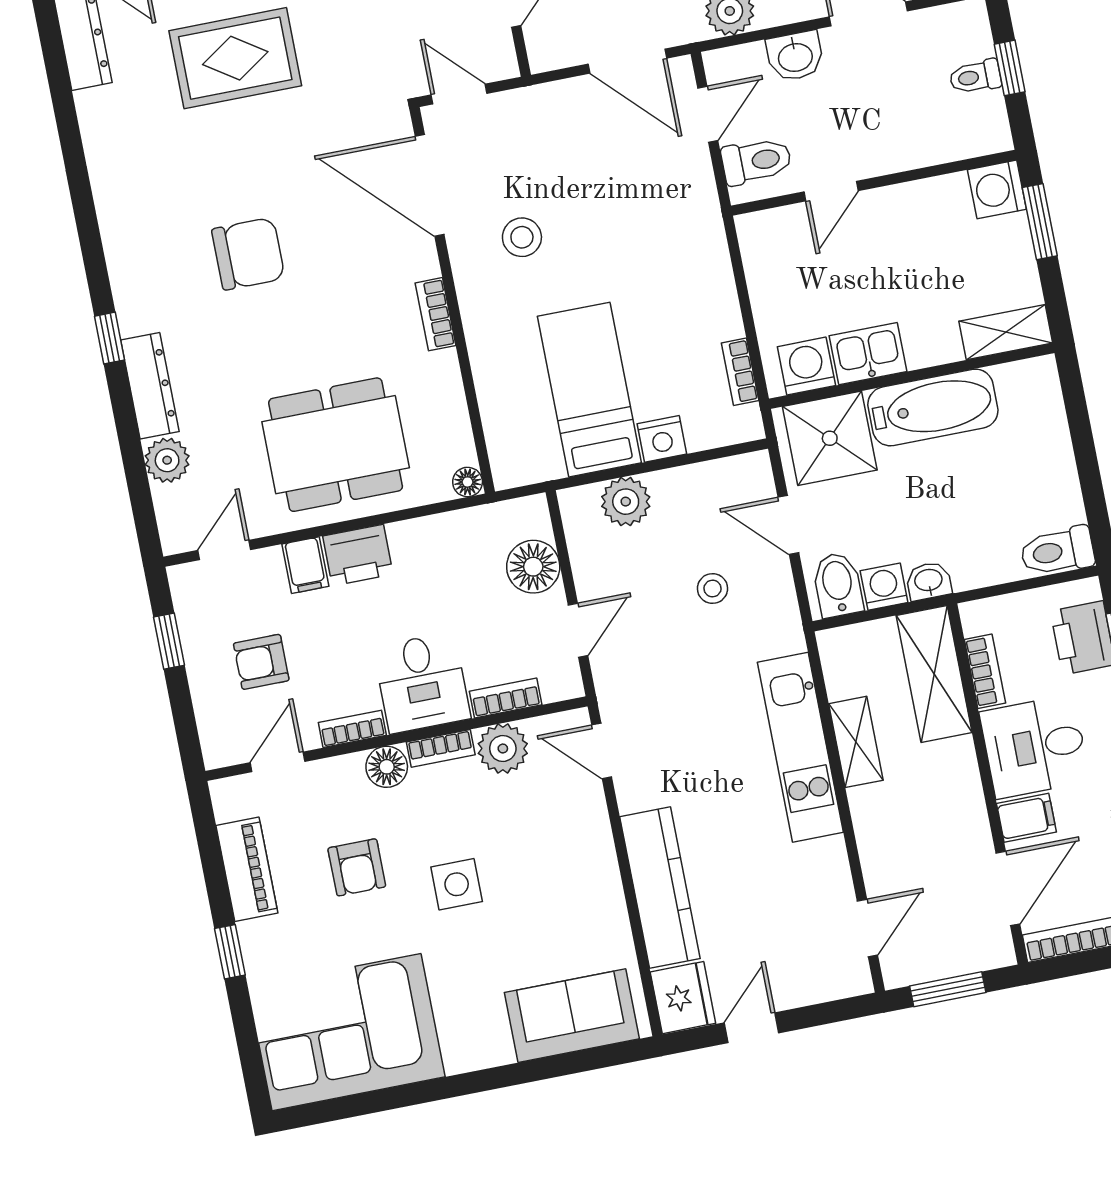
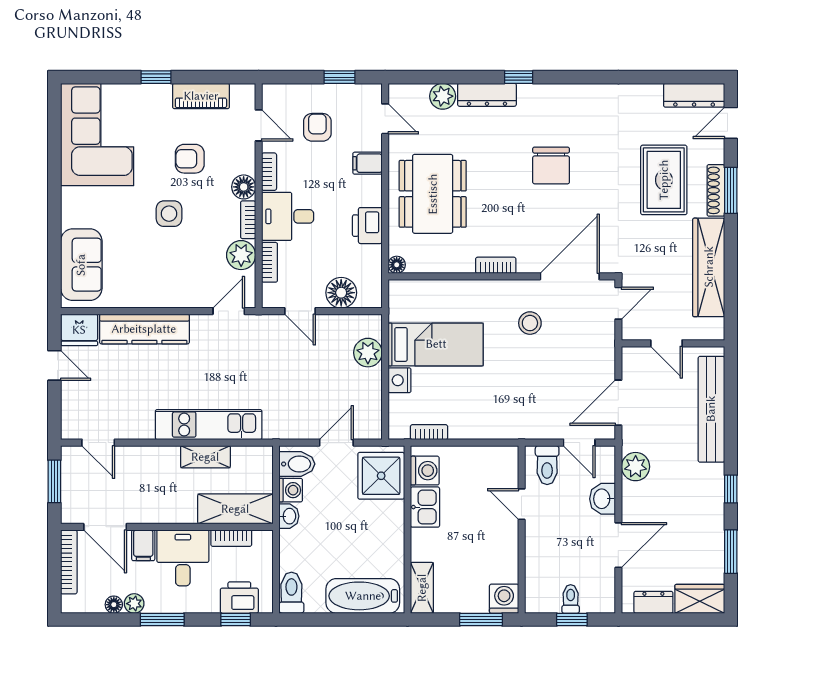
bathtub: (933, 407) -> (363, 596), moved, turned 90
printer: (358, 555) -> (367, 226), moved
stool: (713, 589) -> (309, 392), removed

